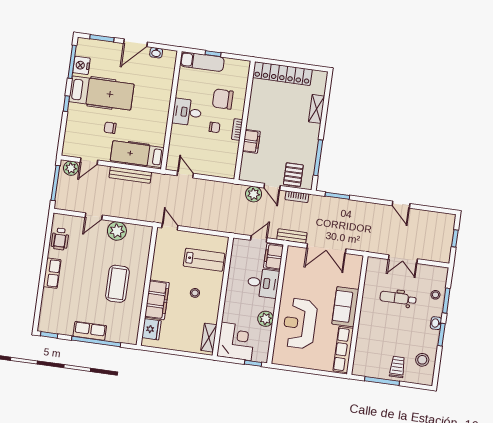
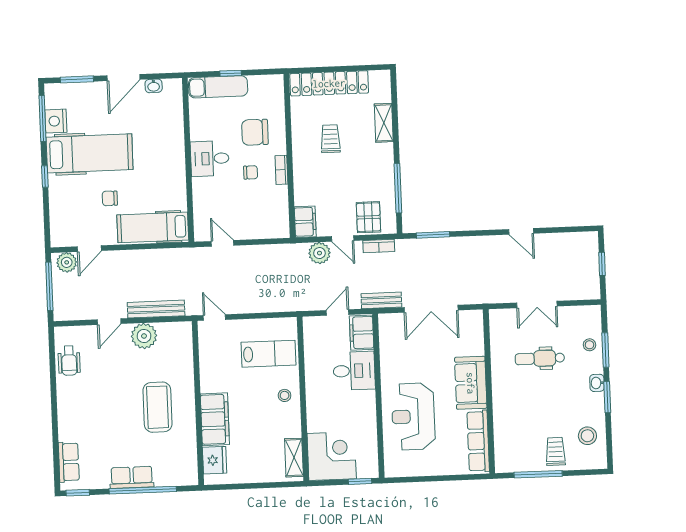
trolley: (276, 113) -> (330, 139), added
filing cabinet: (251, 141) -> (305, 222), moved
bench: (130, 175) -> (156, 309), moved
row of seats: (52, 273) -> (69, 462), moved
stool: (195, 293) -> (285, 395), moved
plant: (266, 319) -> (366, 418), removed

